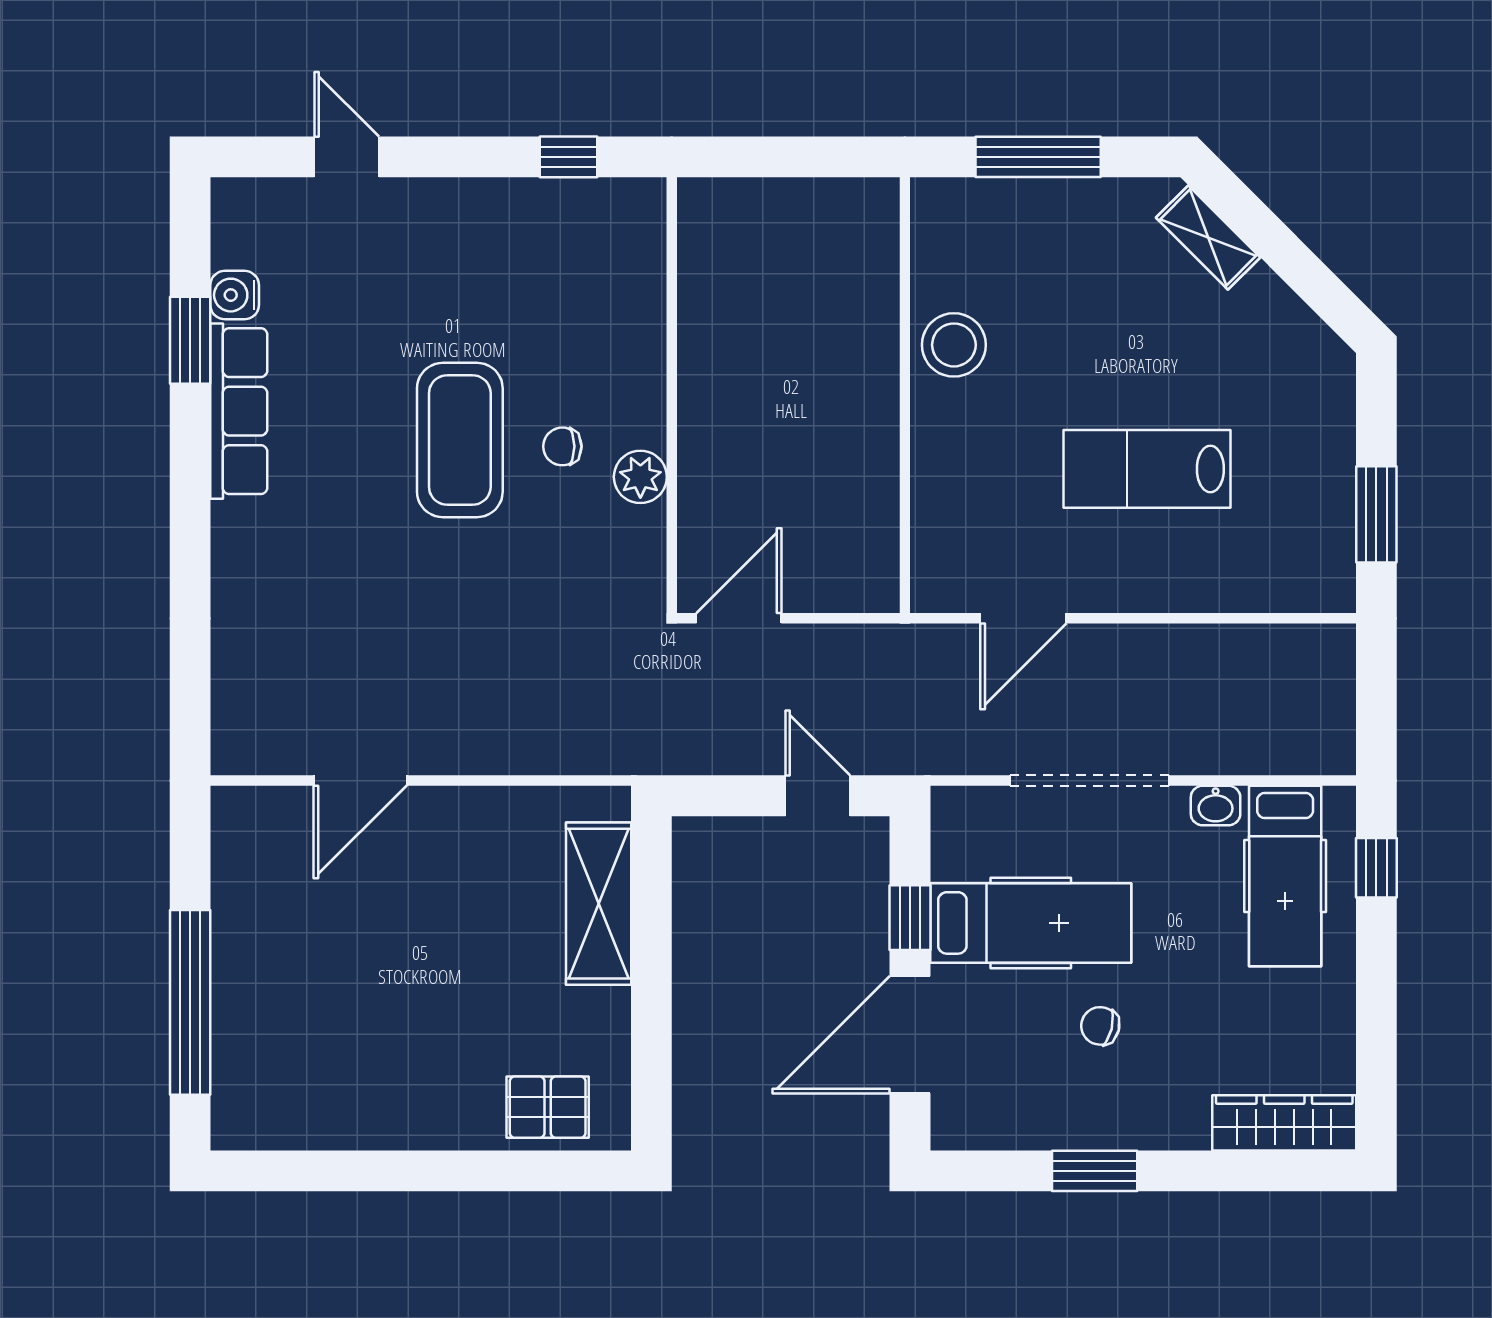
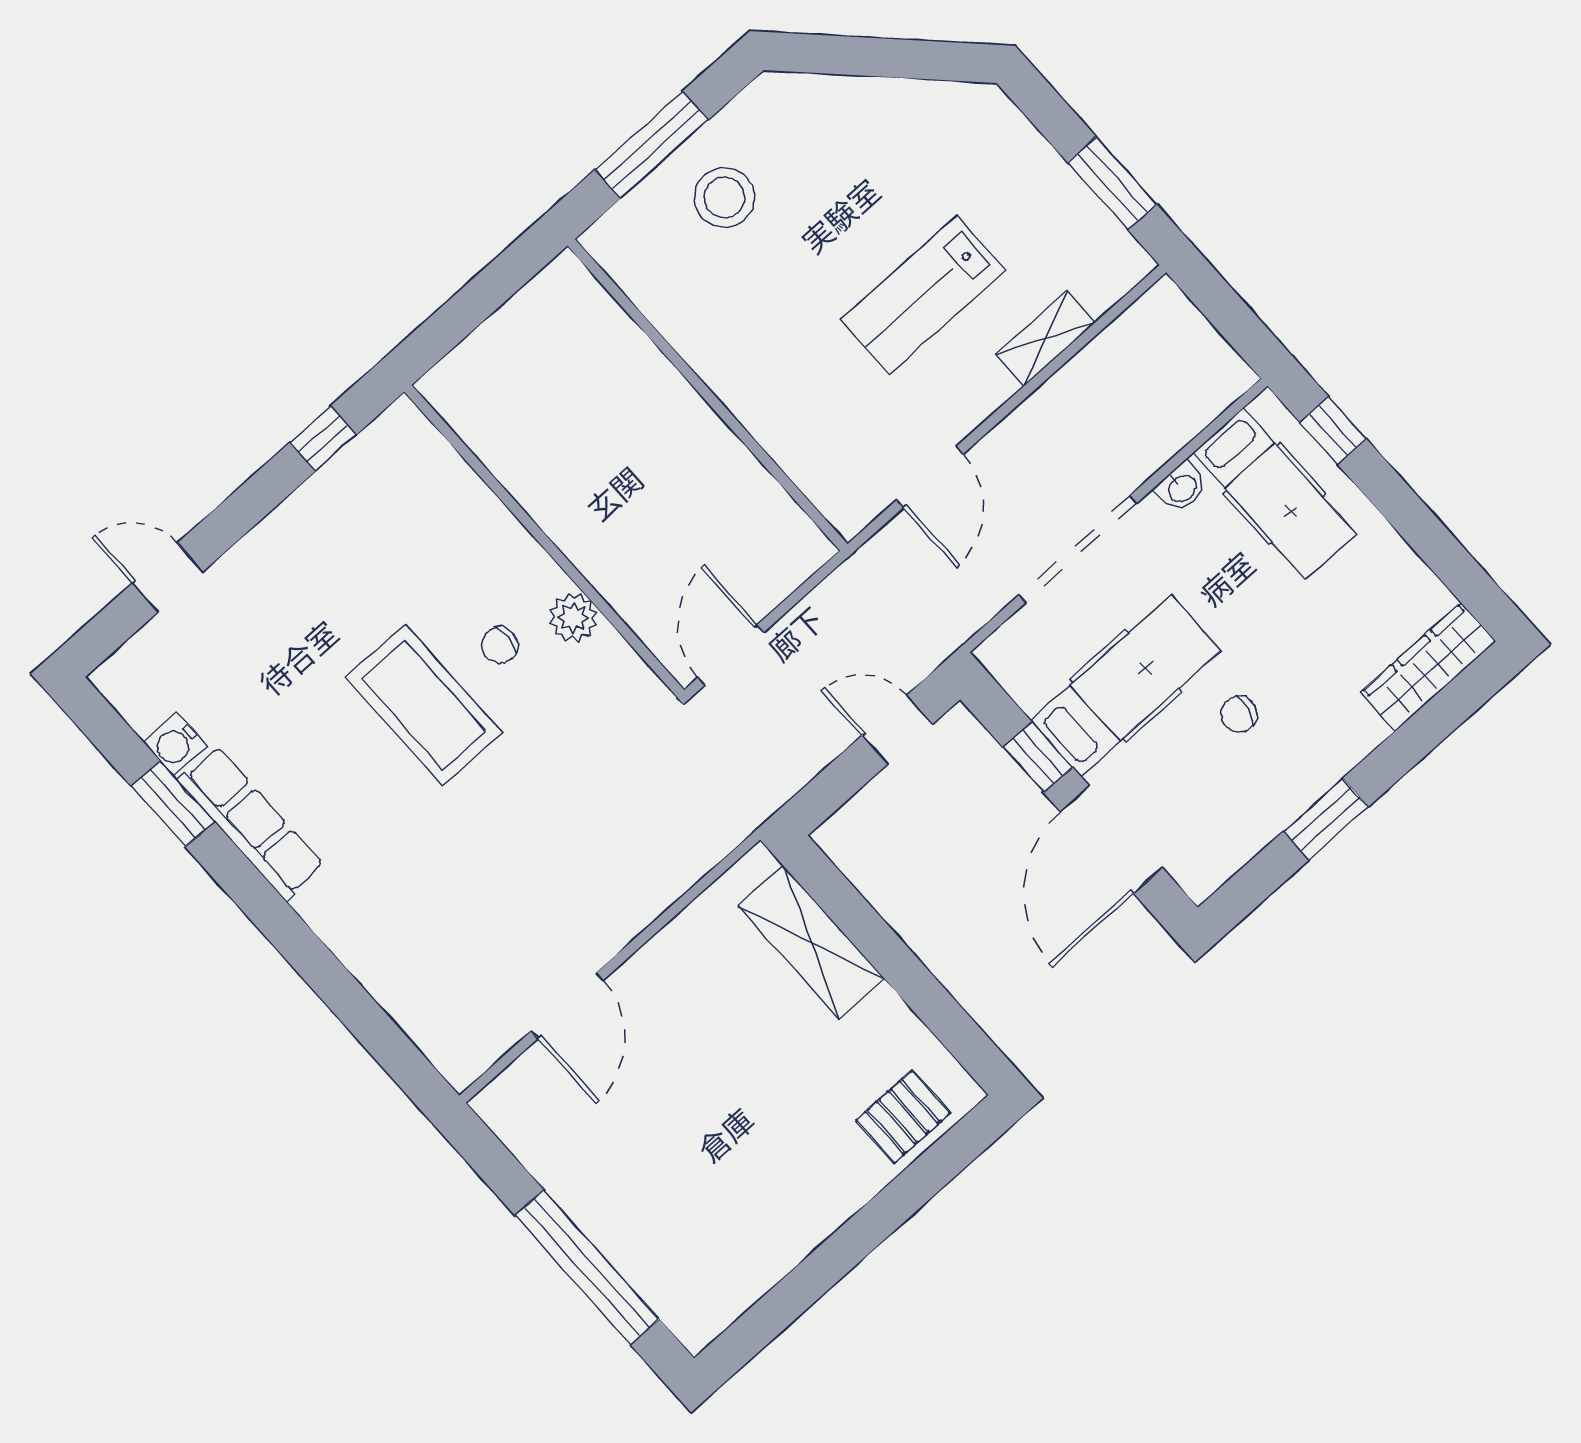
shelving: (1208, 237) -> (1045, 338), moved, turned -45
stool: (954, 345) -> (724, 198), moved

